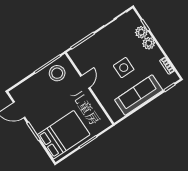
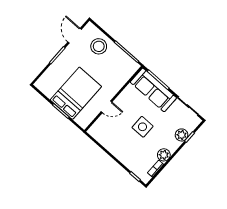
plant: (149, 43) -> (164, 155), moved
stool: (57, 73) -> (99, 46), moved
door: (85, 82) -> (106, 107), moved
sofa: (139, 95) -> (153, 90), moved, turned 180
bed: (64, 135) -> (76, 93), moved, turned -90

